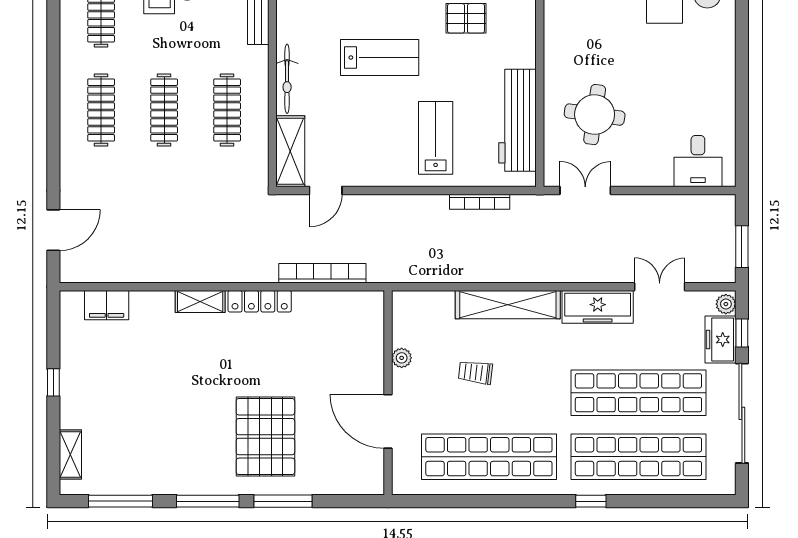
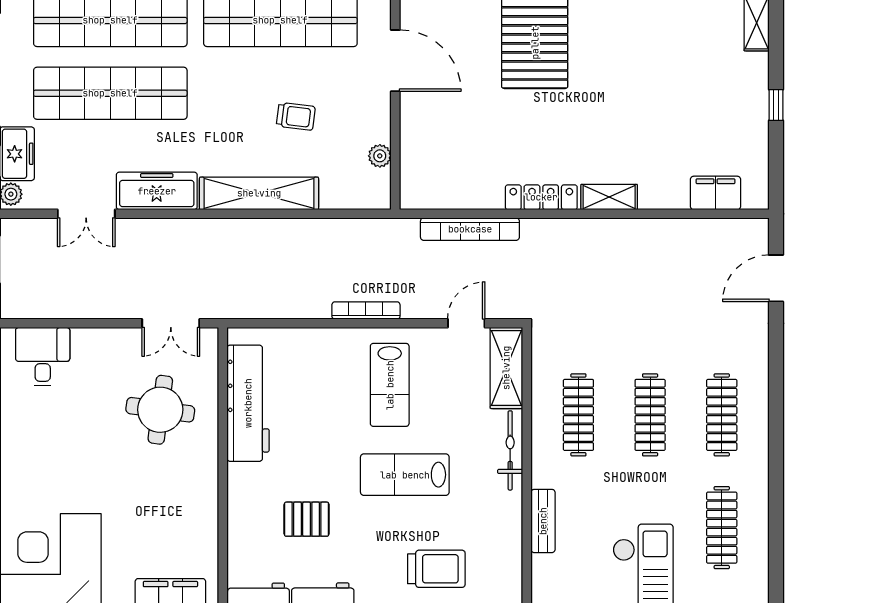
lab bench: (436, 138) -> (390, 385), moved
bookcase: (480, 202) -> (366, 311), moved
plant: (402, 358) -> (380, 156), moved

